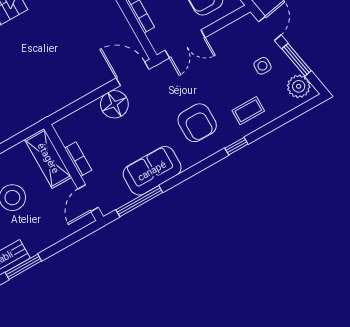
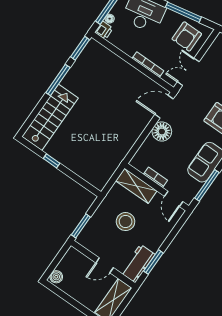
double door: (185, 44) -> (188, 72), swing flipped

